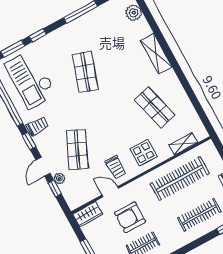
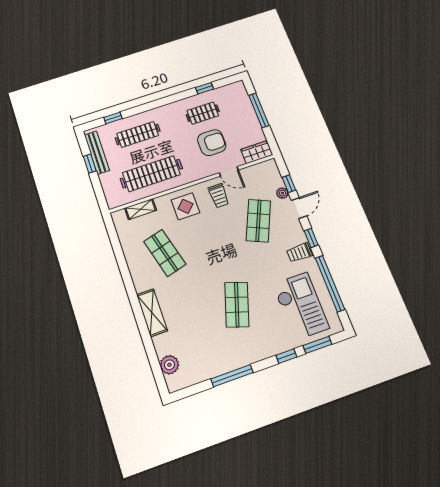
trolley: (116, 167) -> (219, 196), turned 180

